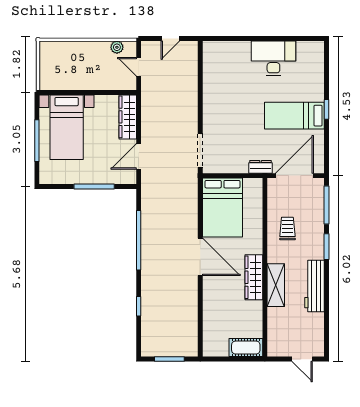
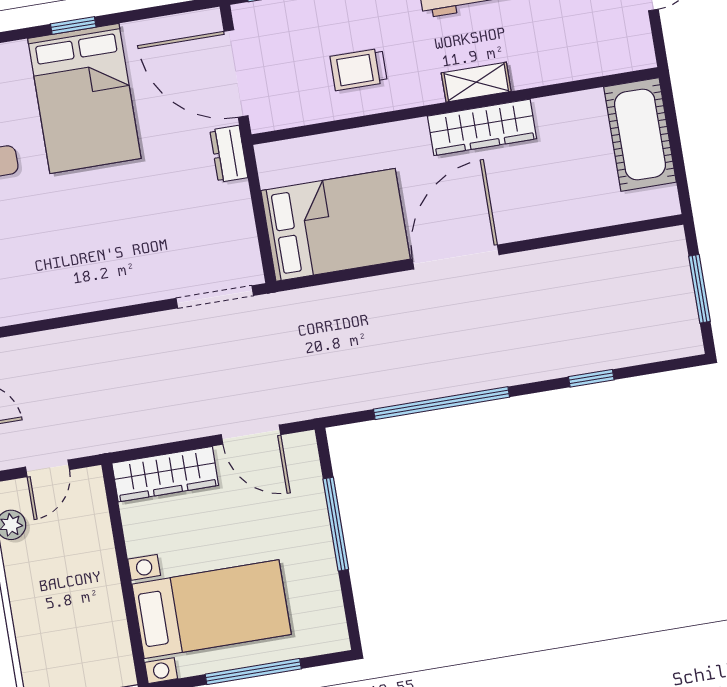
bed: (294, 116) -> (84, 98), width x1.50
shelving: (276, 285) -> (476, 82), width x0.67, depth x0.75
cot: (246, 348) -> (640, 134), width x1.37, depth x1.34

